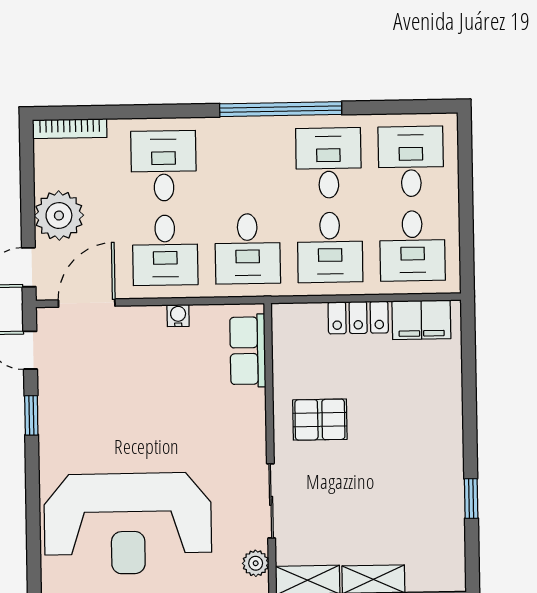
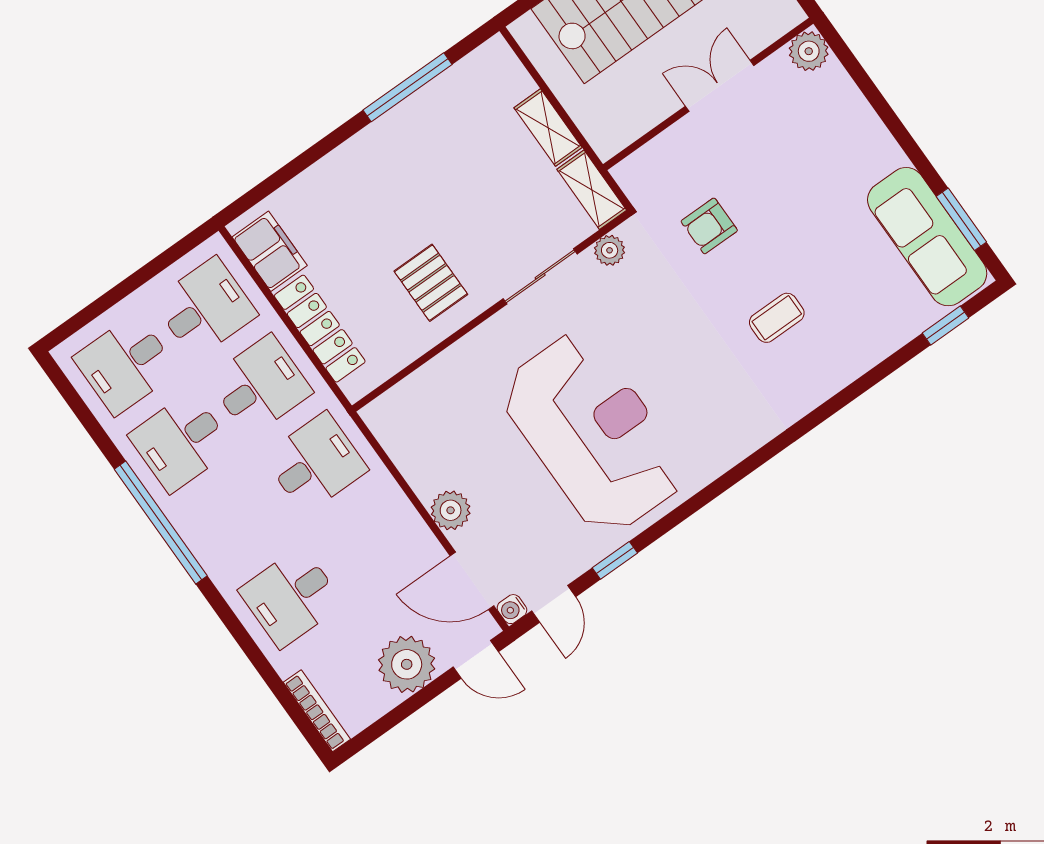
desk: (165, 250) -> (370, 541), removed
water cooler: (178, 316) -> (512, 609), moved
locker: (358, 317) -> (320, 329), width x1.53
plant: (148, 322) -> (451, 510), added
row of seats: (248, 351) -> (412, 396), removed
window: (471, 499) -> (407, 87), width x2.17
reception desk: (128, 524) -> (593, 433), moved

